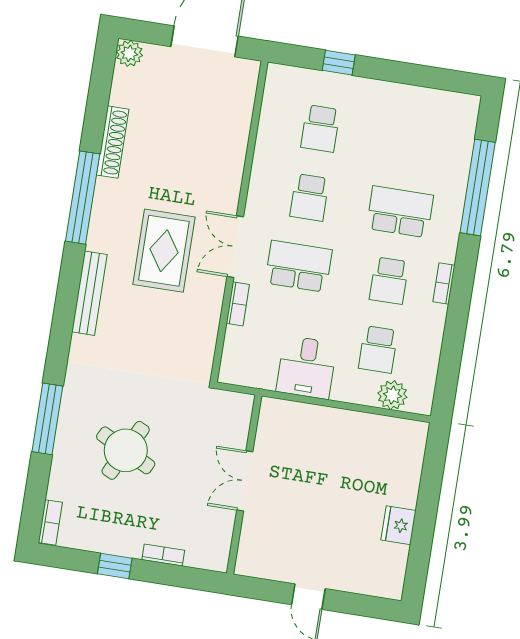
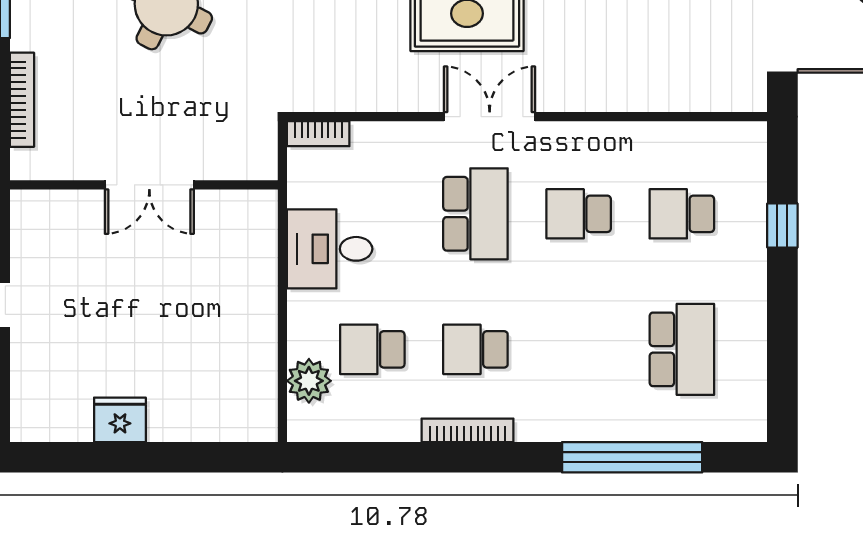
school desk: (400, 212) -> (682, 349), moved
bookcase: (444, 283) -> (467, 430), width x1.56
bookcase: (238, 304) -> (318, 134), moved
double door: (245, 481) -> (149, 185), swing flipped
bookcase: (163, 555) -> (22, 100), width x1.56

